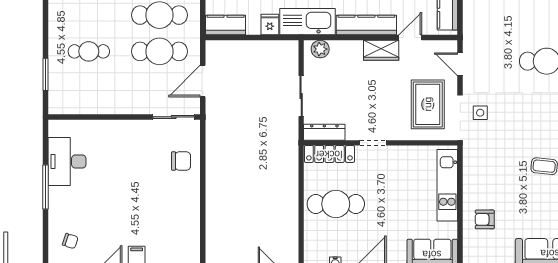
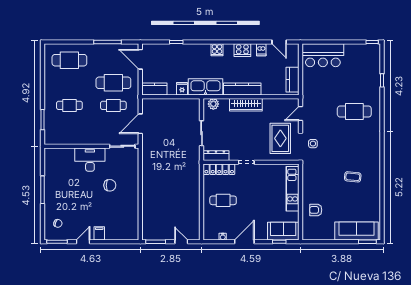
door: (410, 38) -> (269, 97), removed
wardrobe: (381, 50) -> (246, 105), width x1.50
cafe table: (159, 51) -> (113, 105), width x0.73, depth x0.74
door: (460, 64) -> (300, 113), hinge flipped
chair: (181, 161) -> (110, 185), moved
desk: (67, 162) -> (90, 160), moved, turned 90
cafe table: (336, 204) -> (223, 200), width x0.73, depth x0.74

